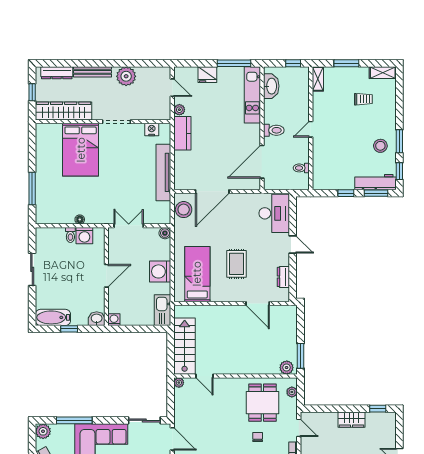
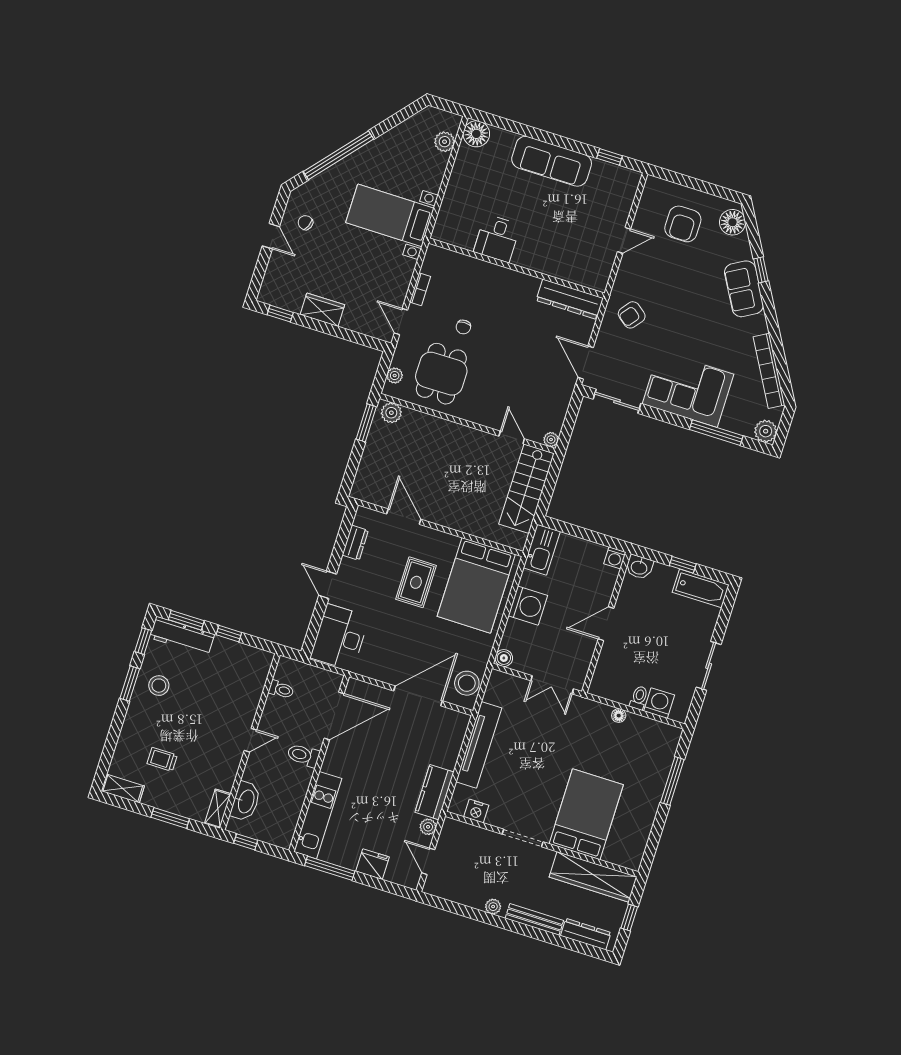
plant: (126, 76) -> (493, 907), width x0.53, depth x0.53
washbasin: (271, 86) -> (246, 801), moved, turned 180
washing machine: (84, 236) -> (659, 703), moved
bed: (197, 274) -> (476, 585), width x1.50

